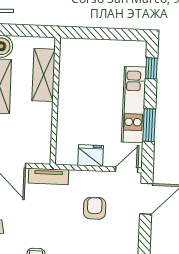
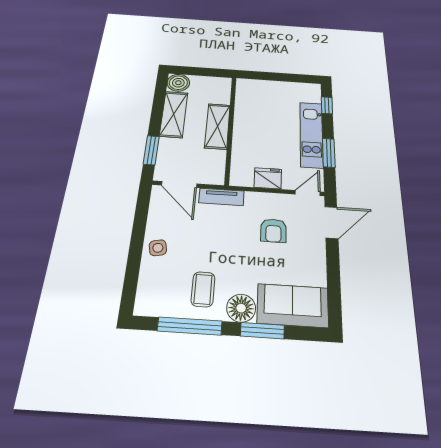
shelving: (44, 75) -> (218, 126), moved
armchair: (95, 208) -> (273, 231), turned 180

